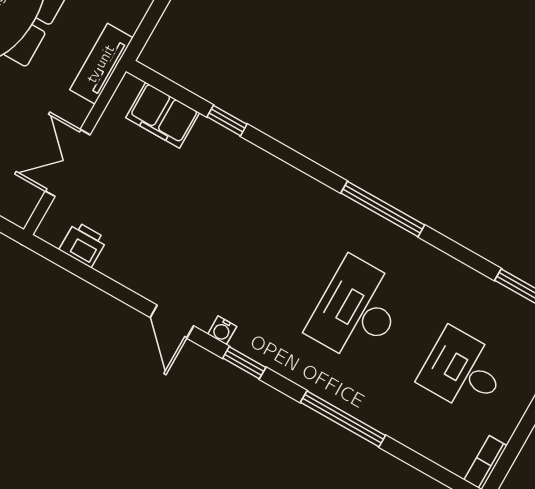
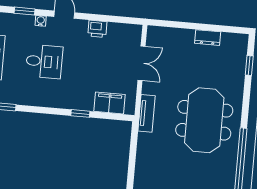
printer: (83, 244) -> (97, 29), moved
desk: (251, 250) -> (44, 62), added

